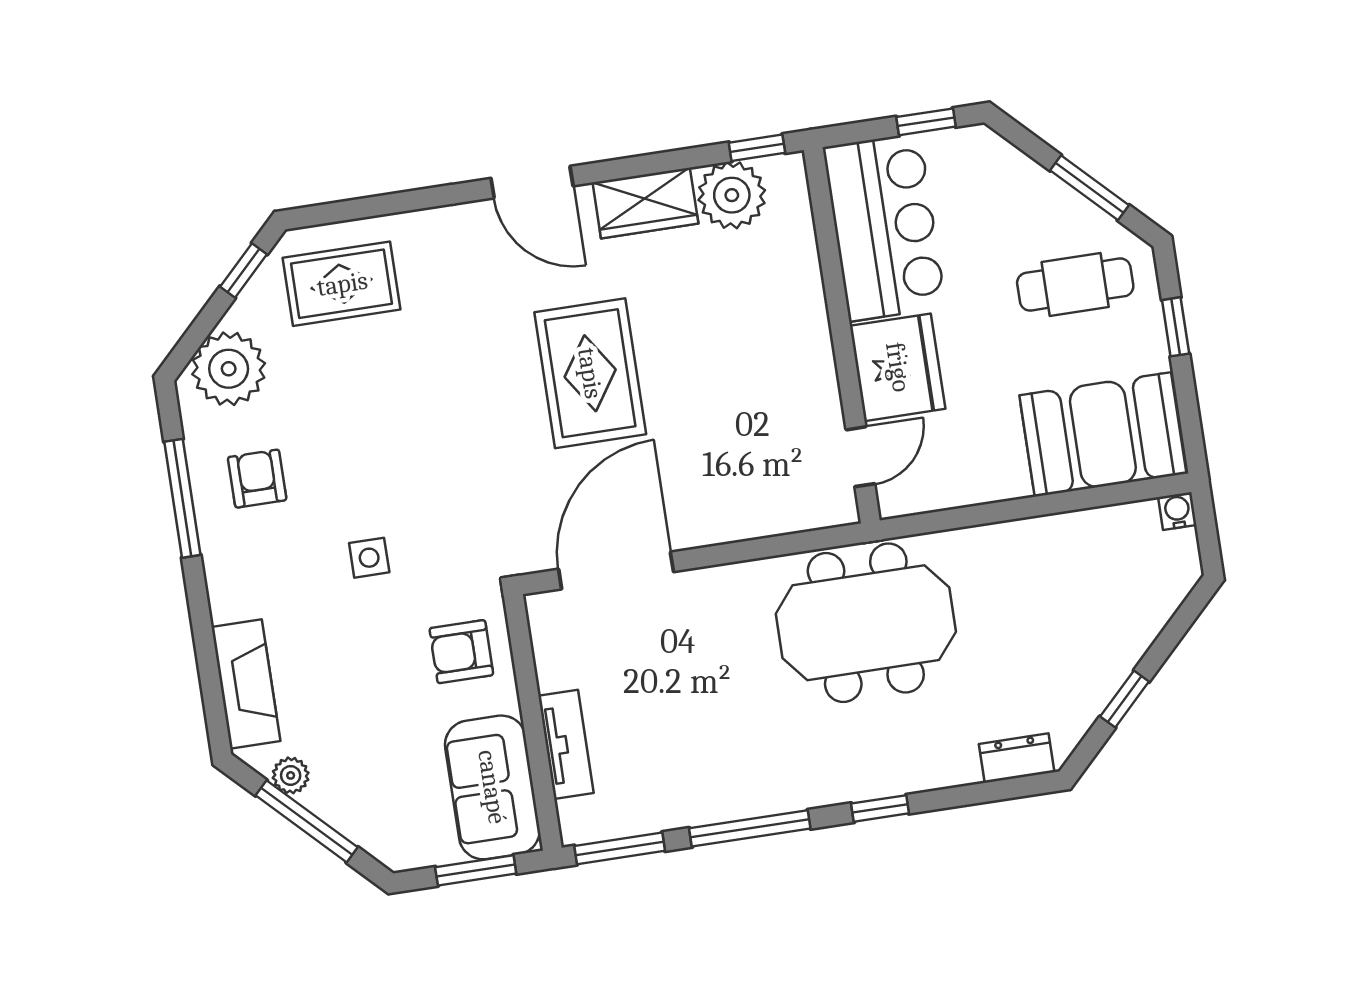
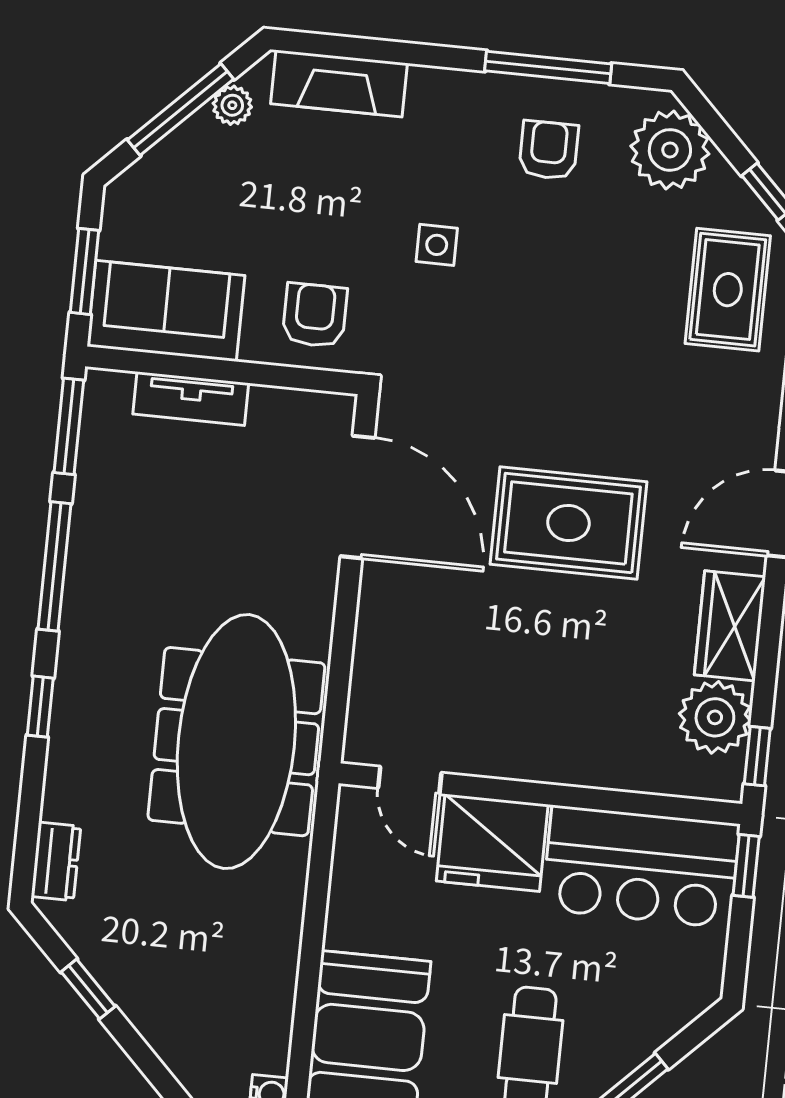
window: (926, 122) -> (746, 866), moved
armchair: (257, 479) -> (549, 150), turned -90
meeting table: (866, 623) -> (236, 742), width x1.36

